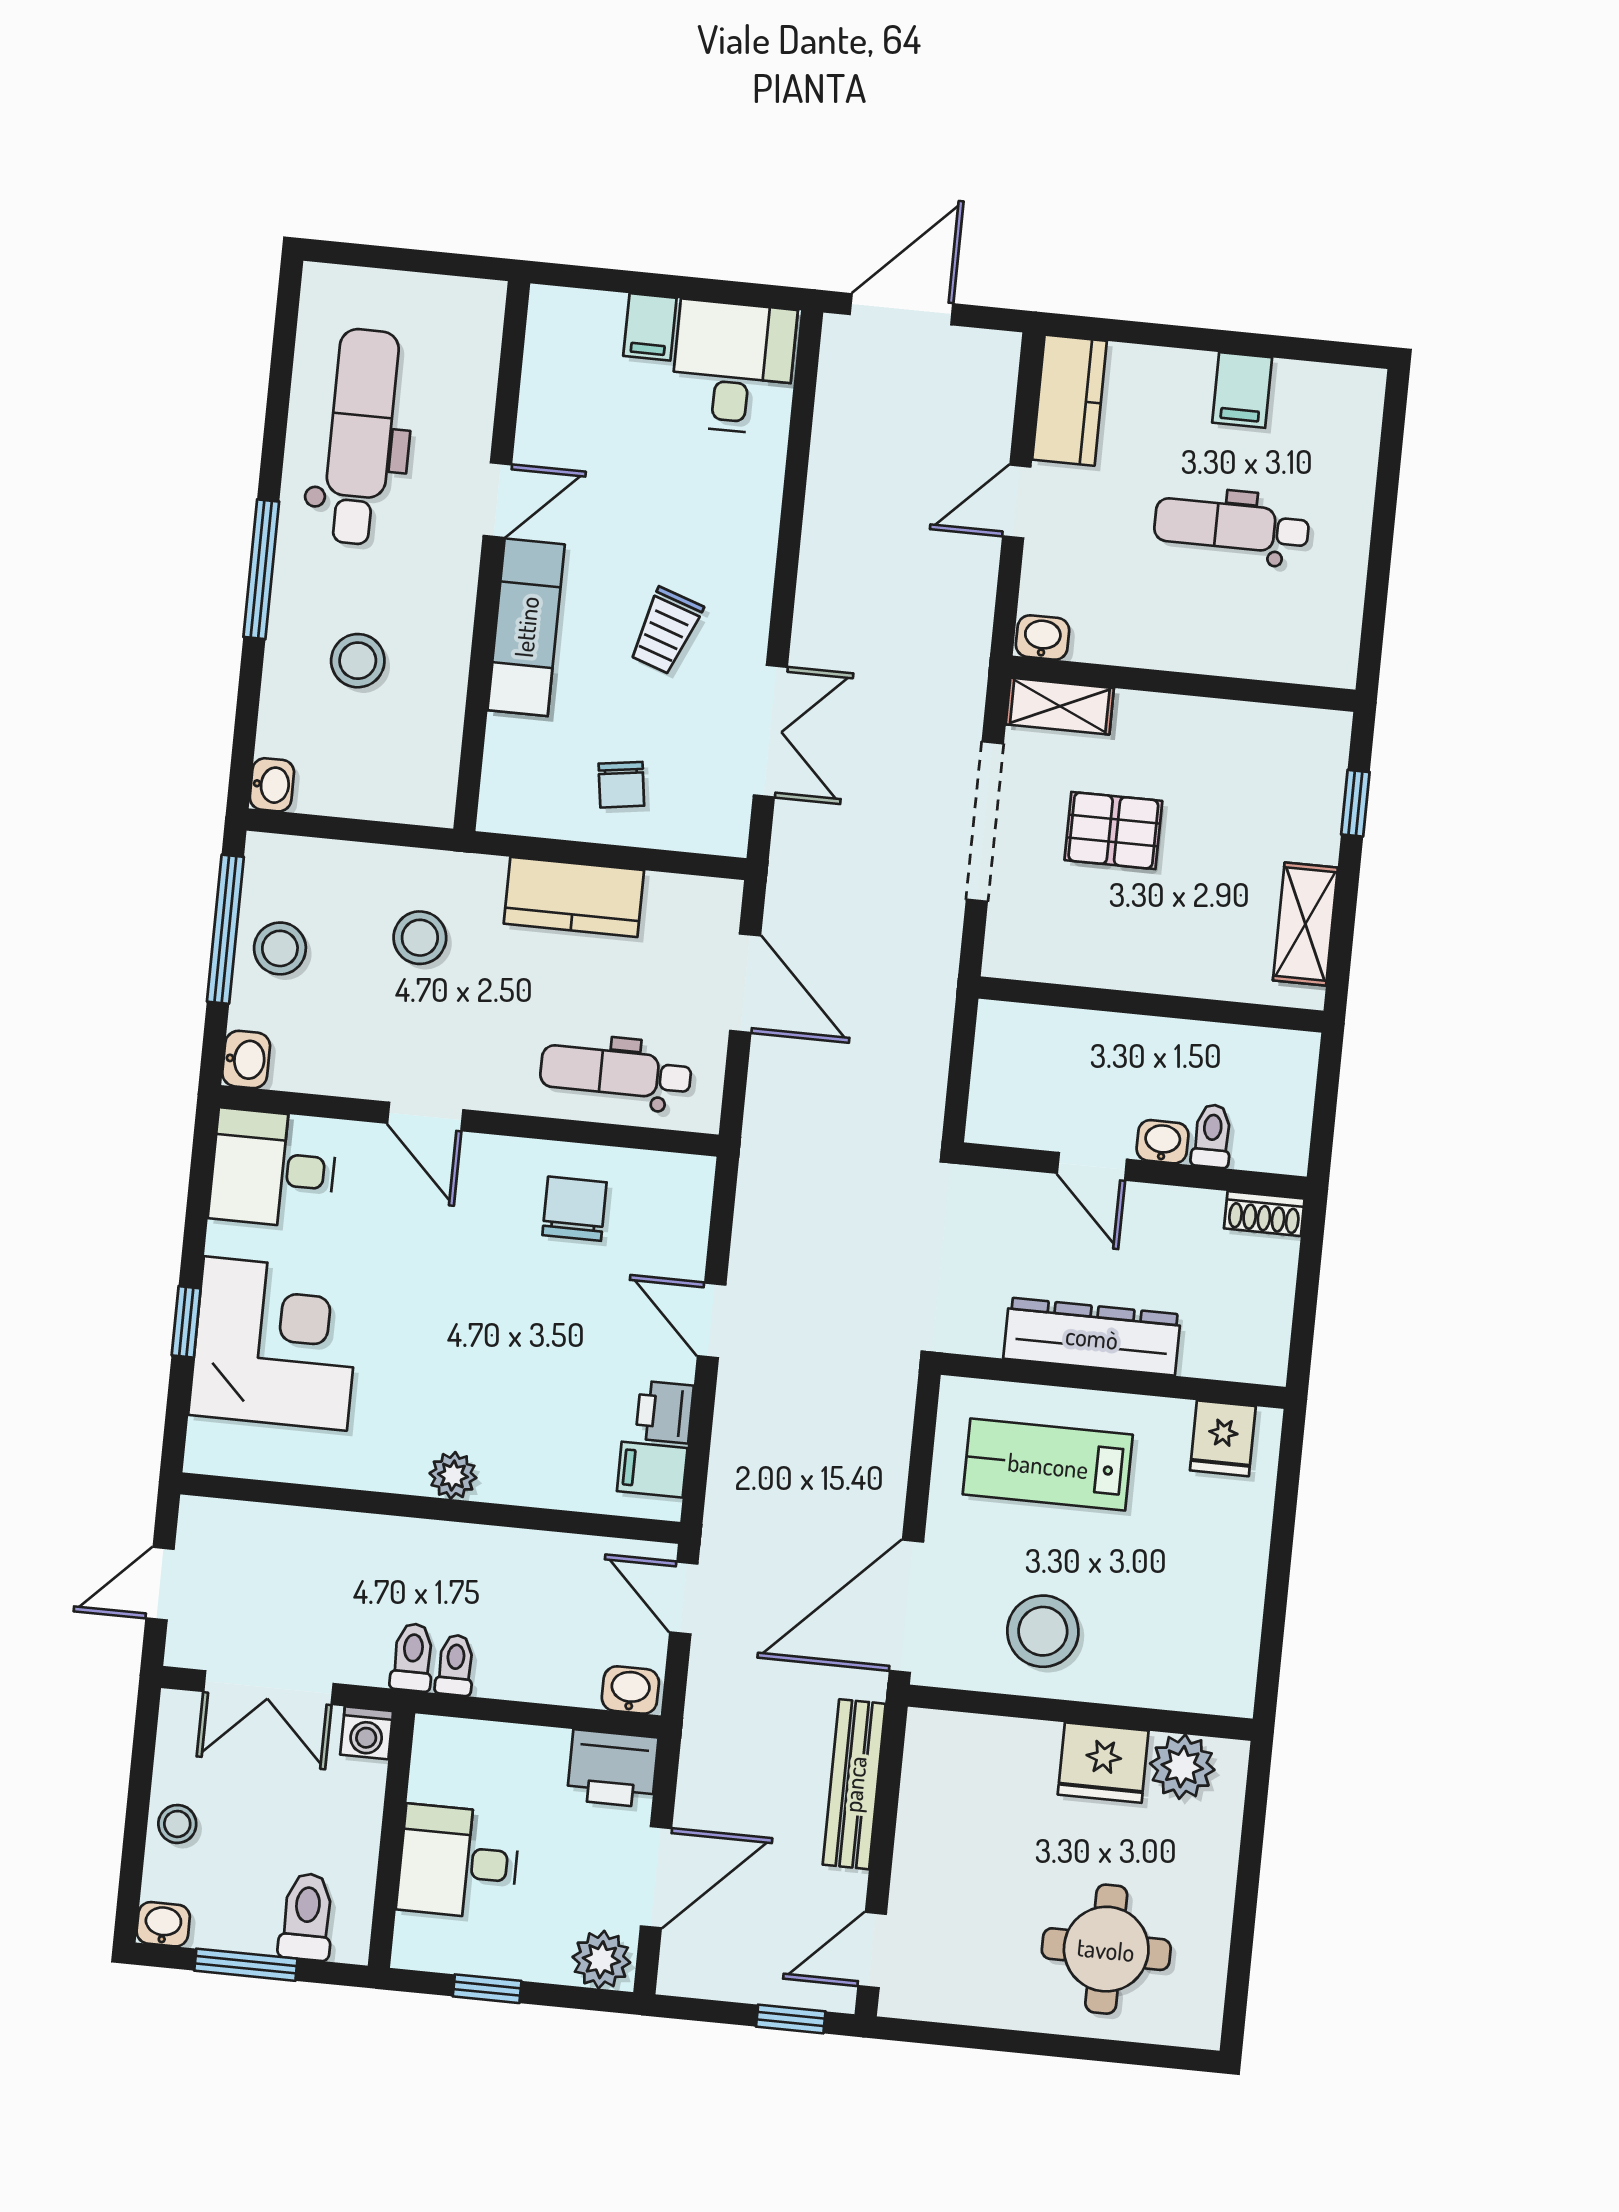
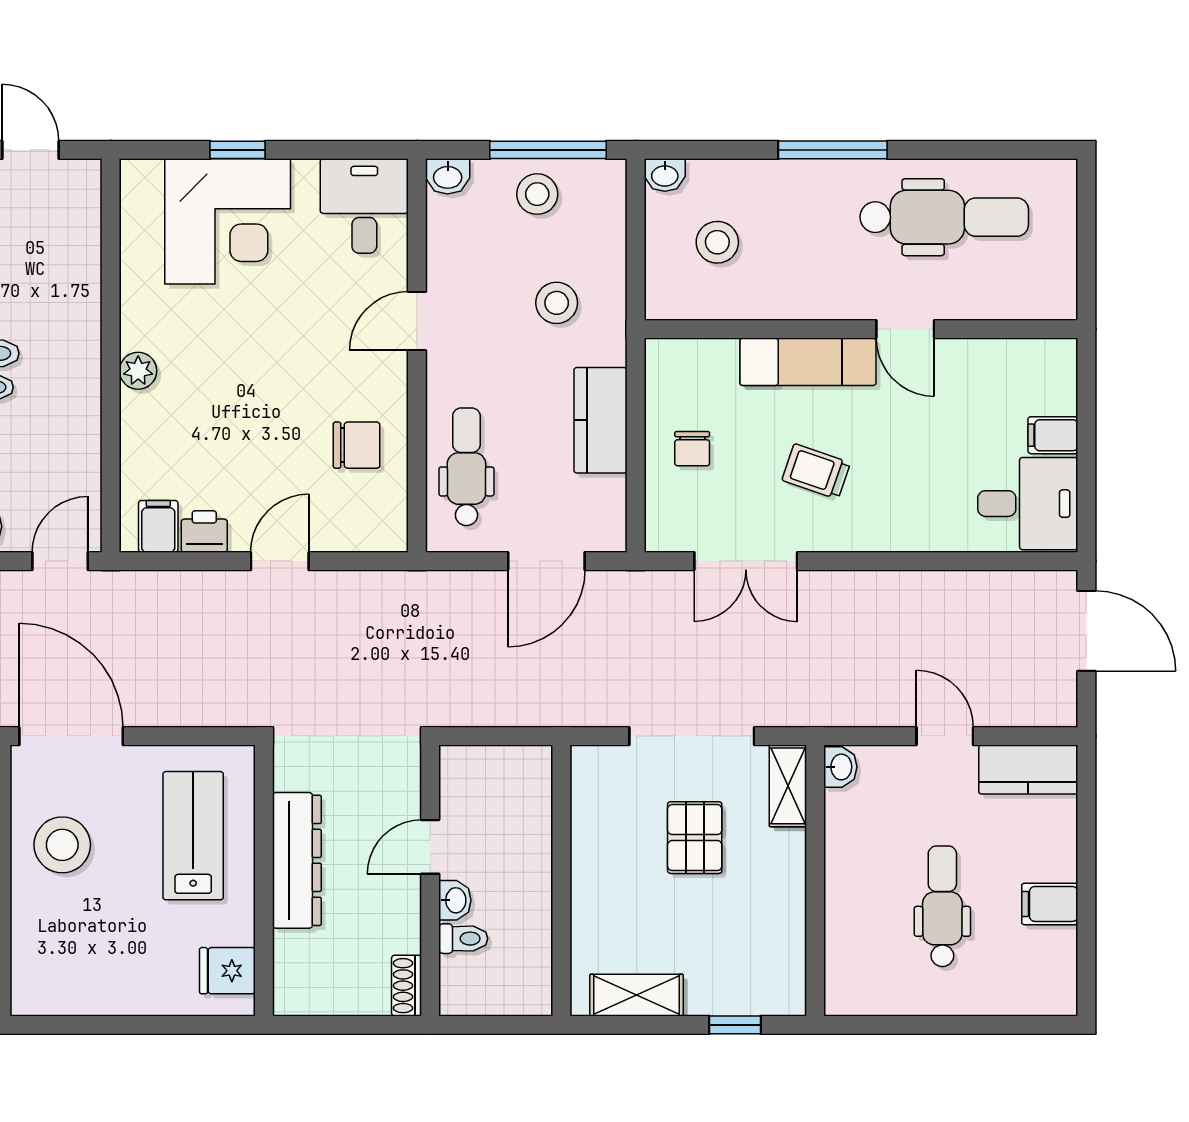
stool: (358, 661) -> (717, 242), moved
chair: (621, 785) -> (692, 449), turned -82

